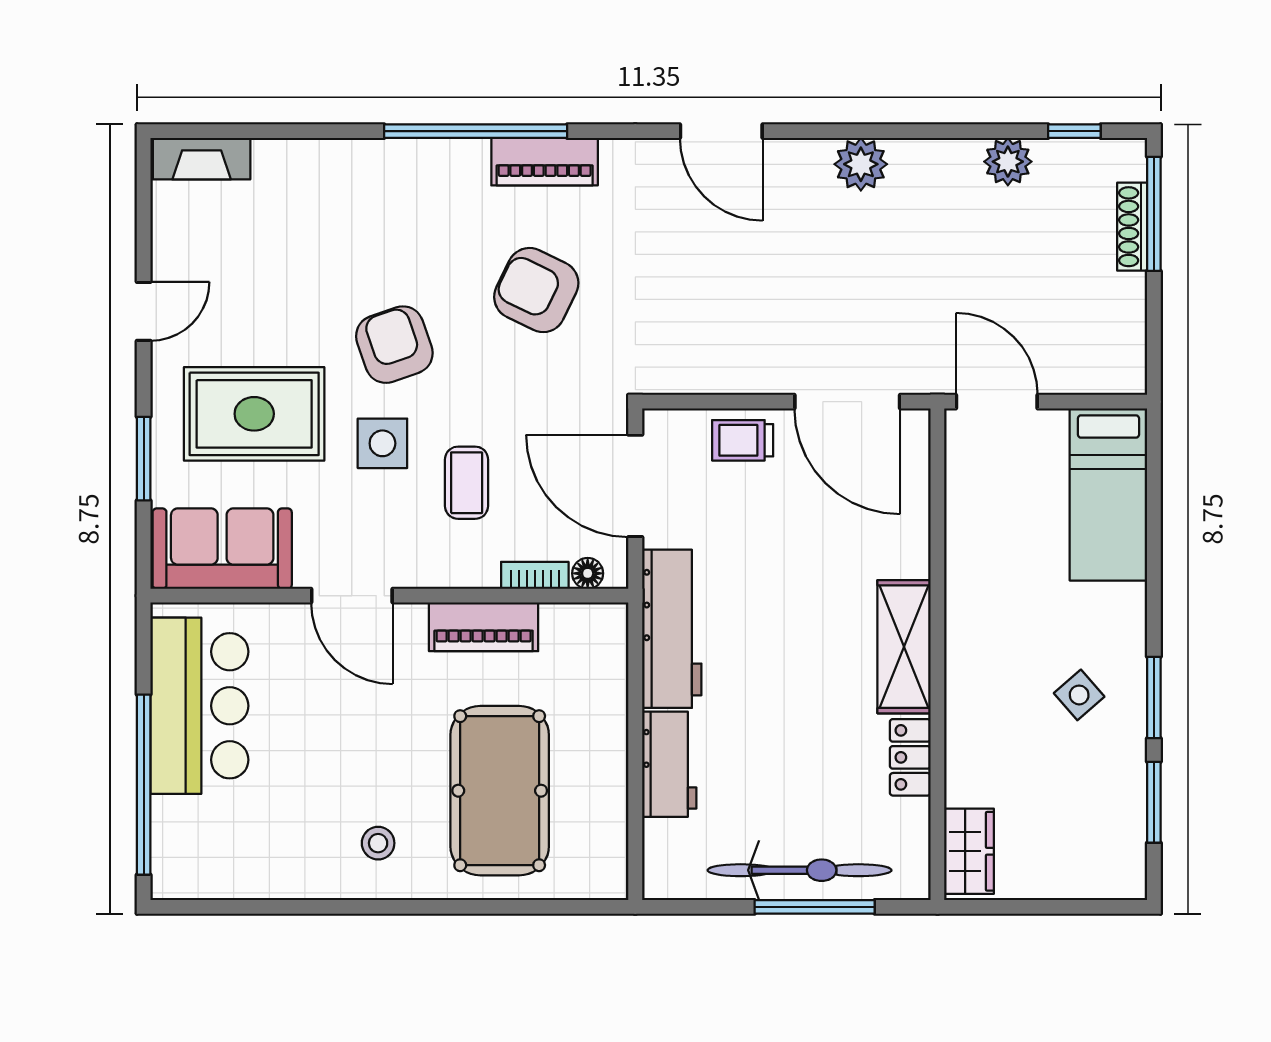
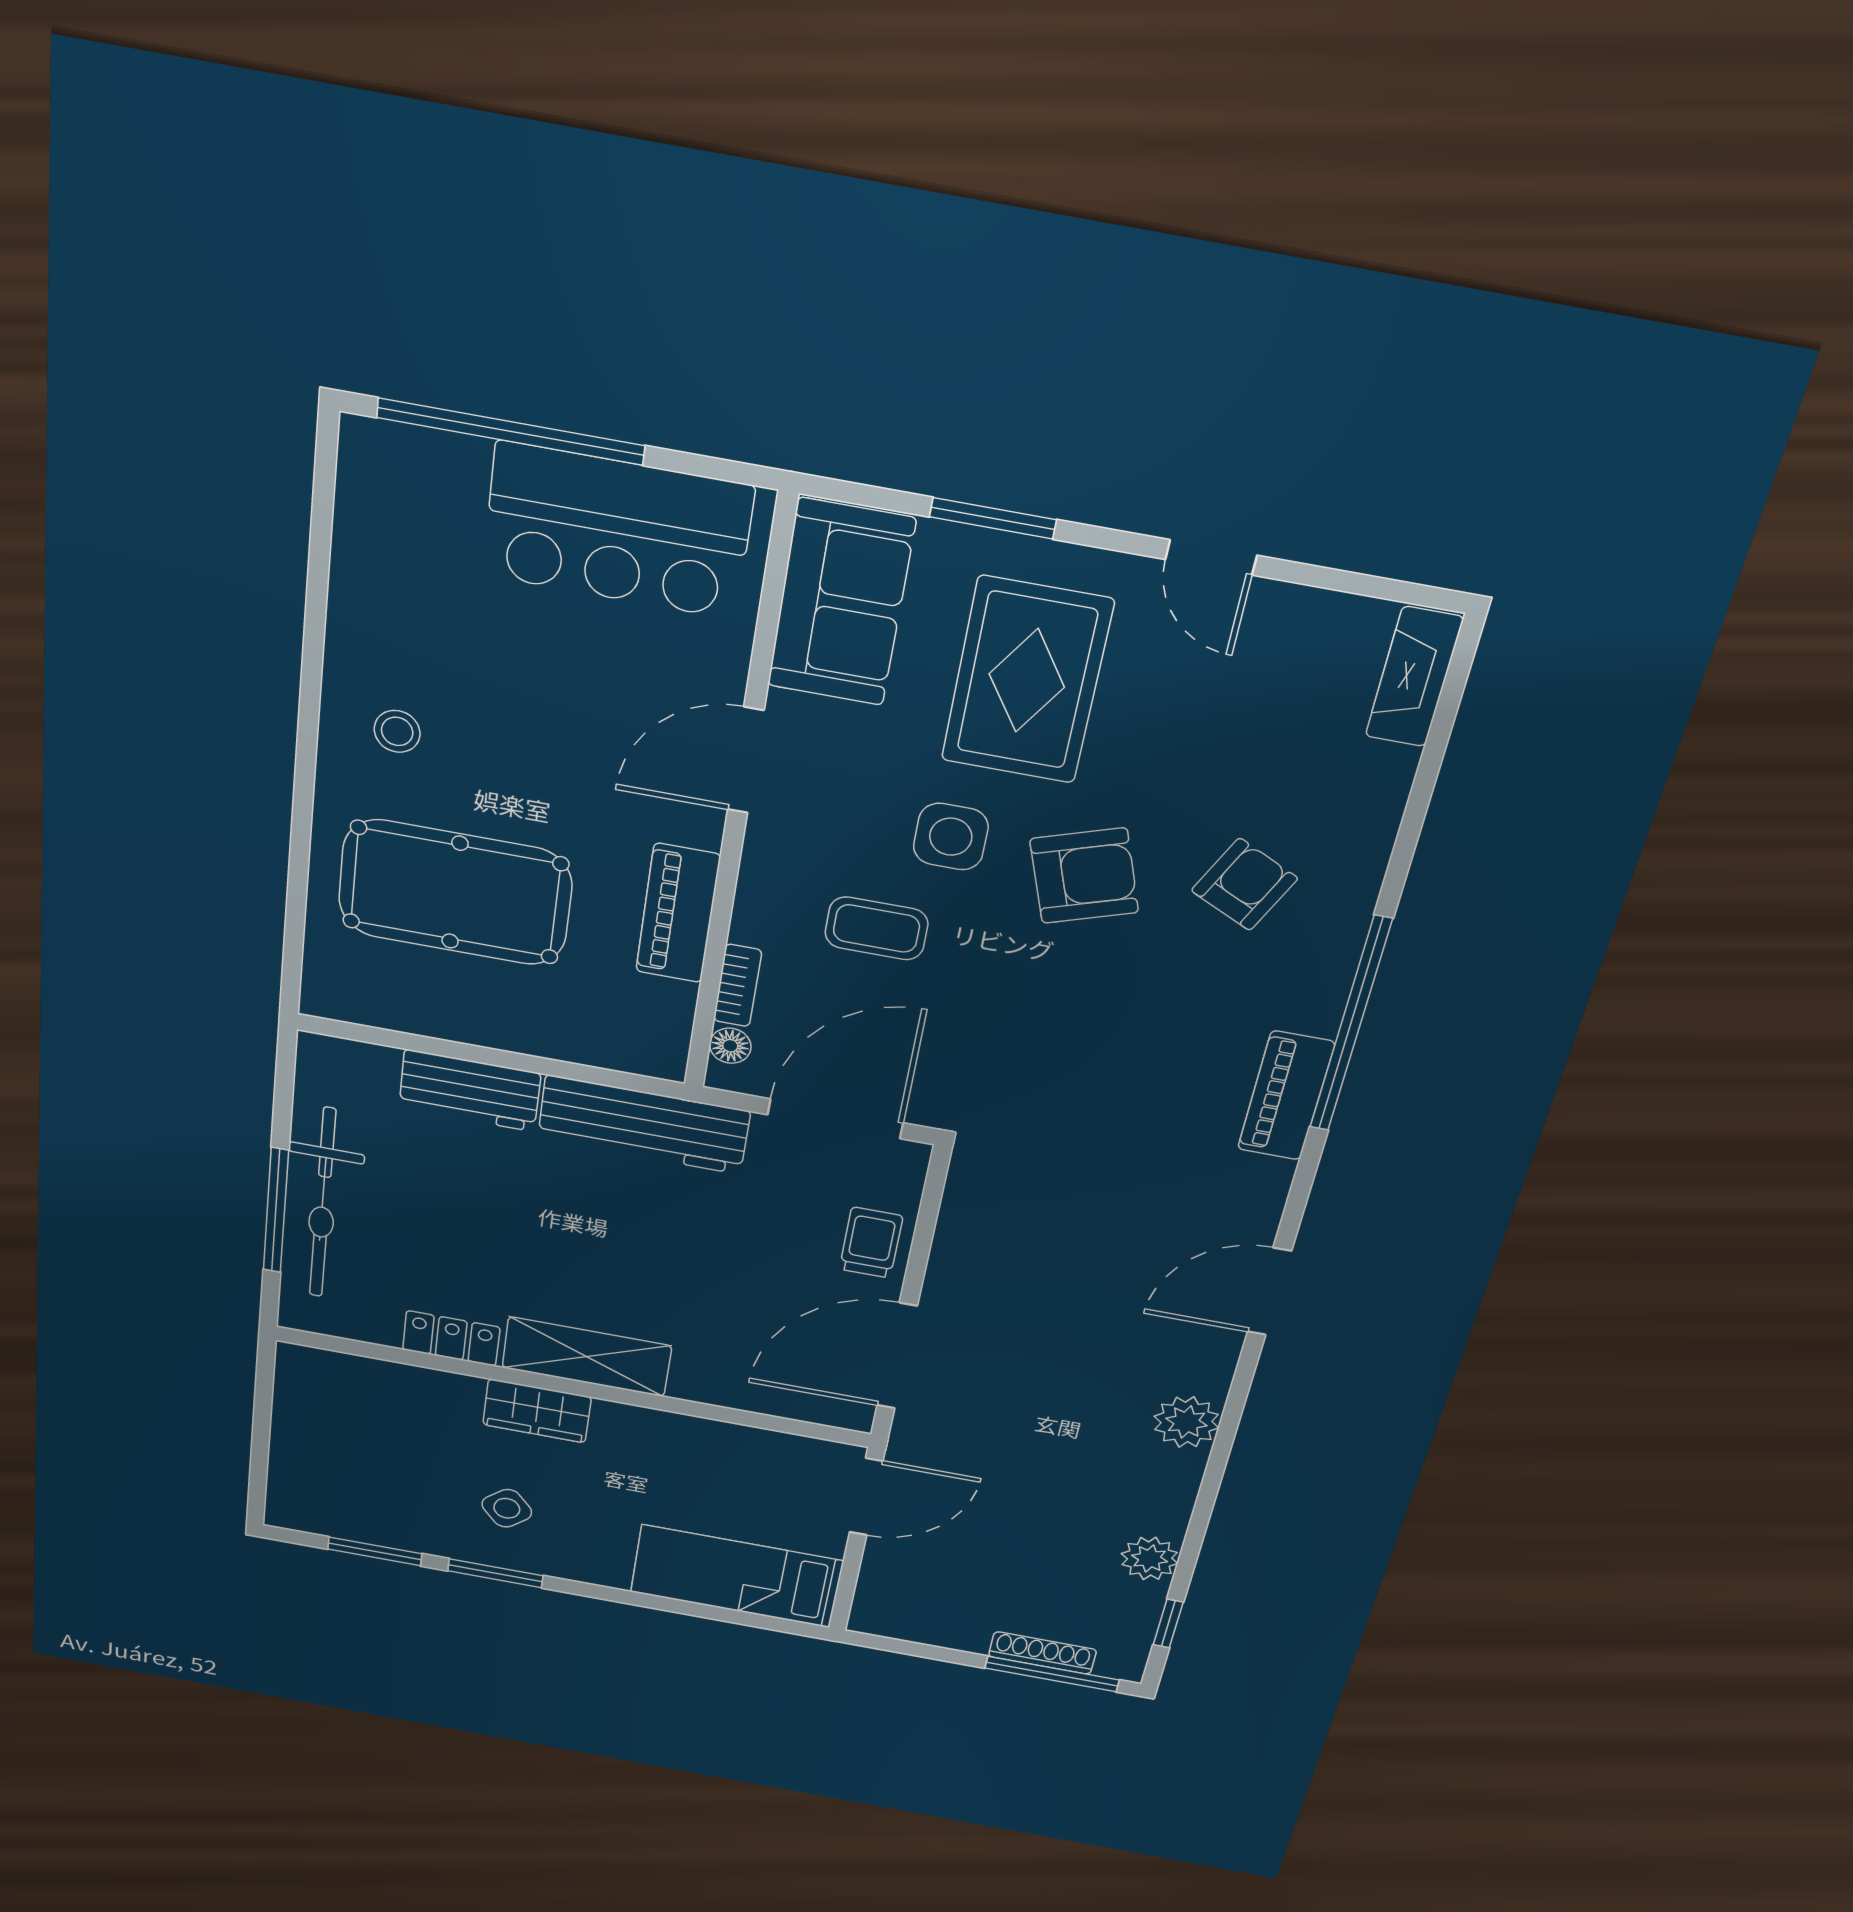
armchair: (536, 290) -> (1245, 884), moved, width x0.72, depth x0.72
wardrobe: (969, 851) -> (537, 1411), moved

